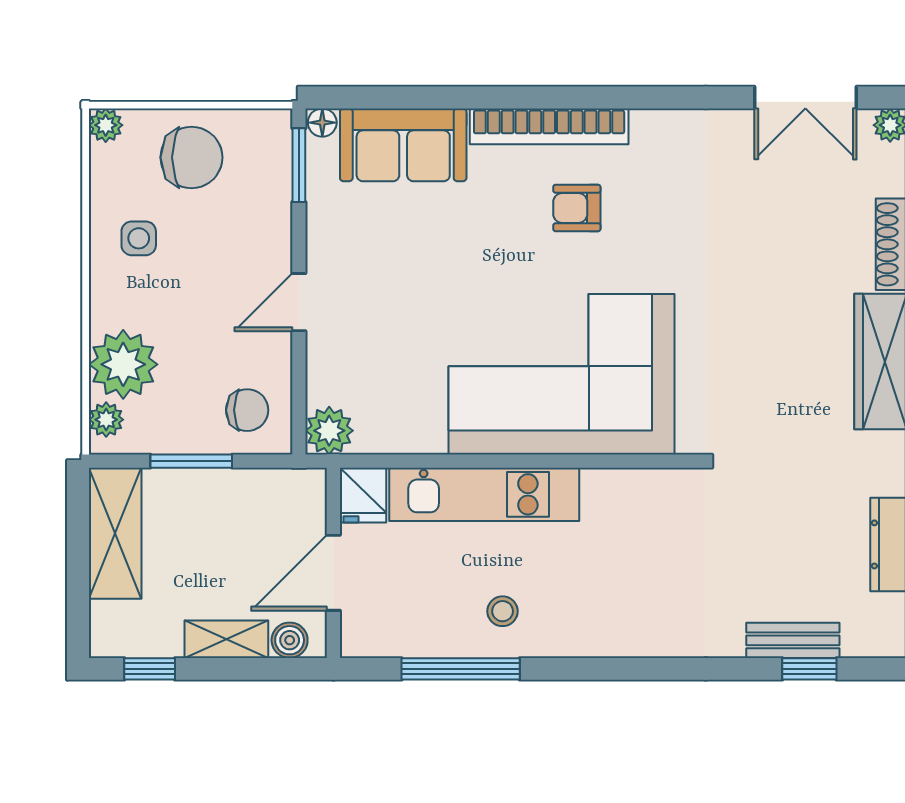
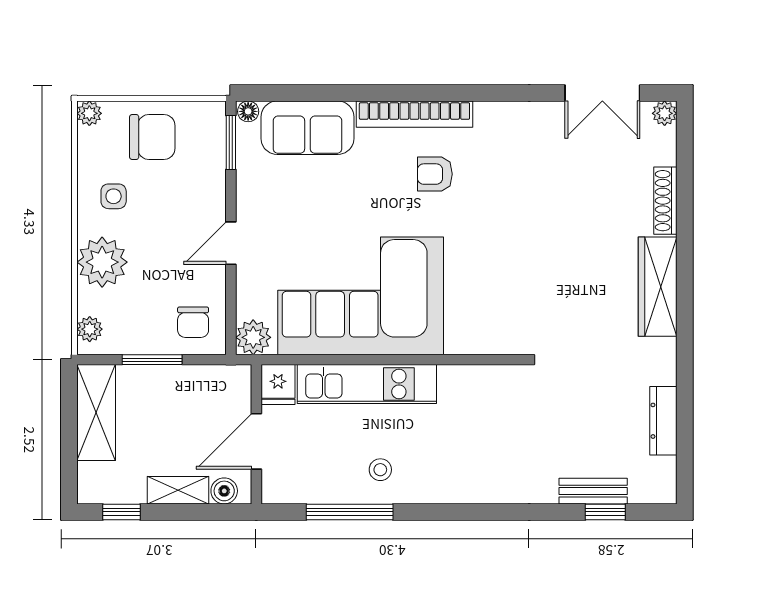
plant: (123, 364) -> (102, 262), moved
corner sofa: (562, 374) -> (361, 296), moved
chair: (247, 410) -> (193, 322), turned 90

